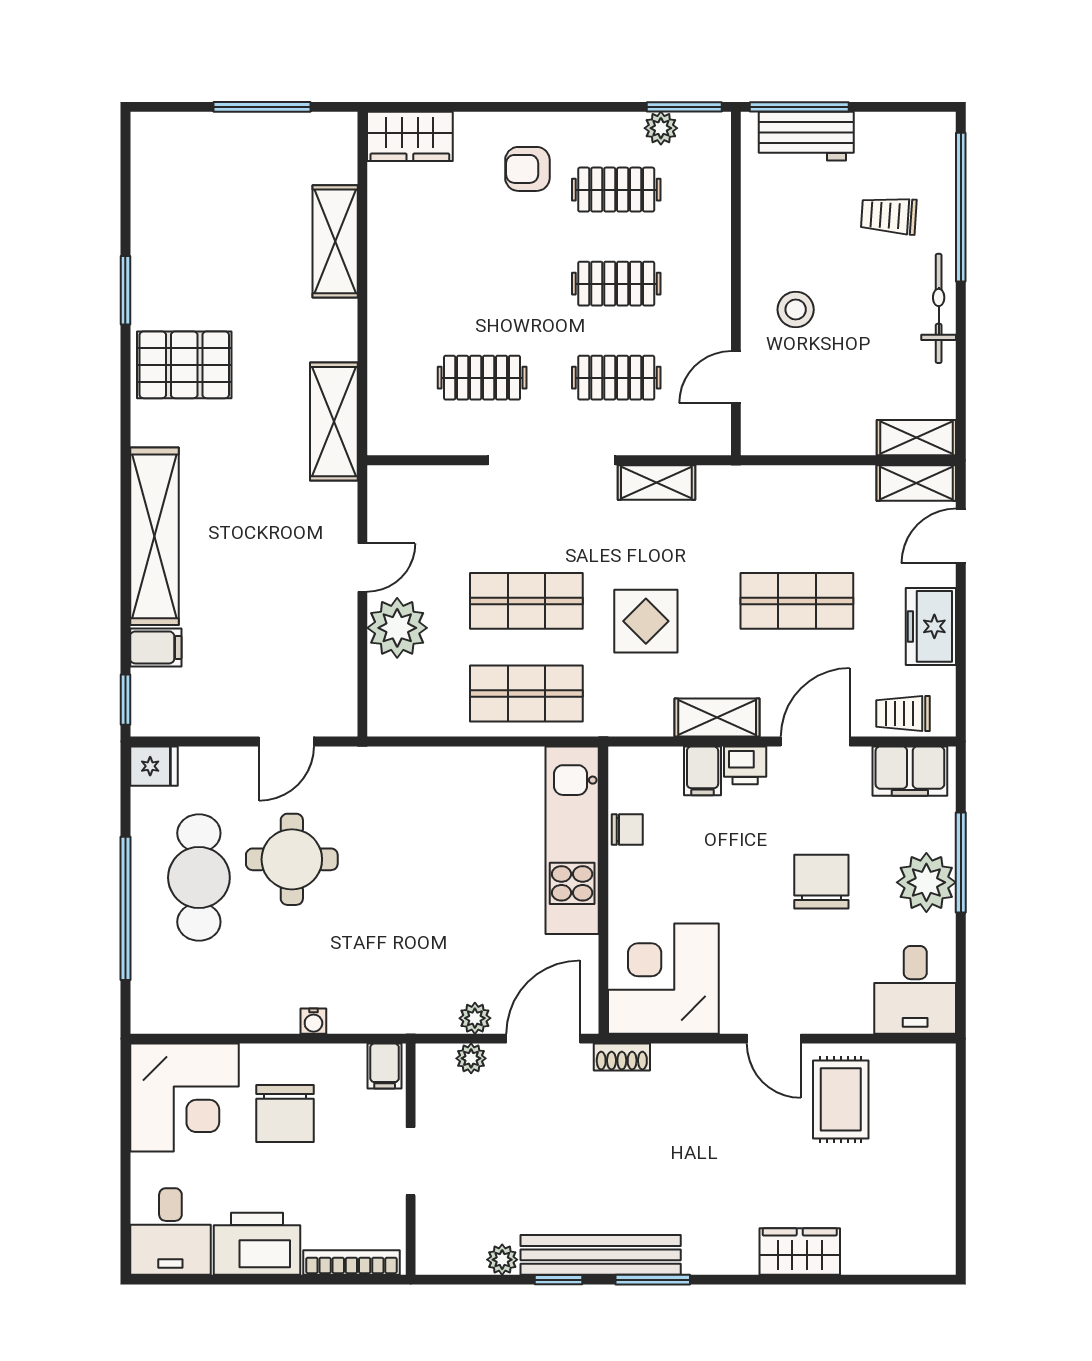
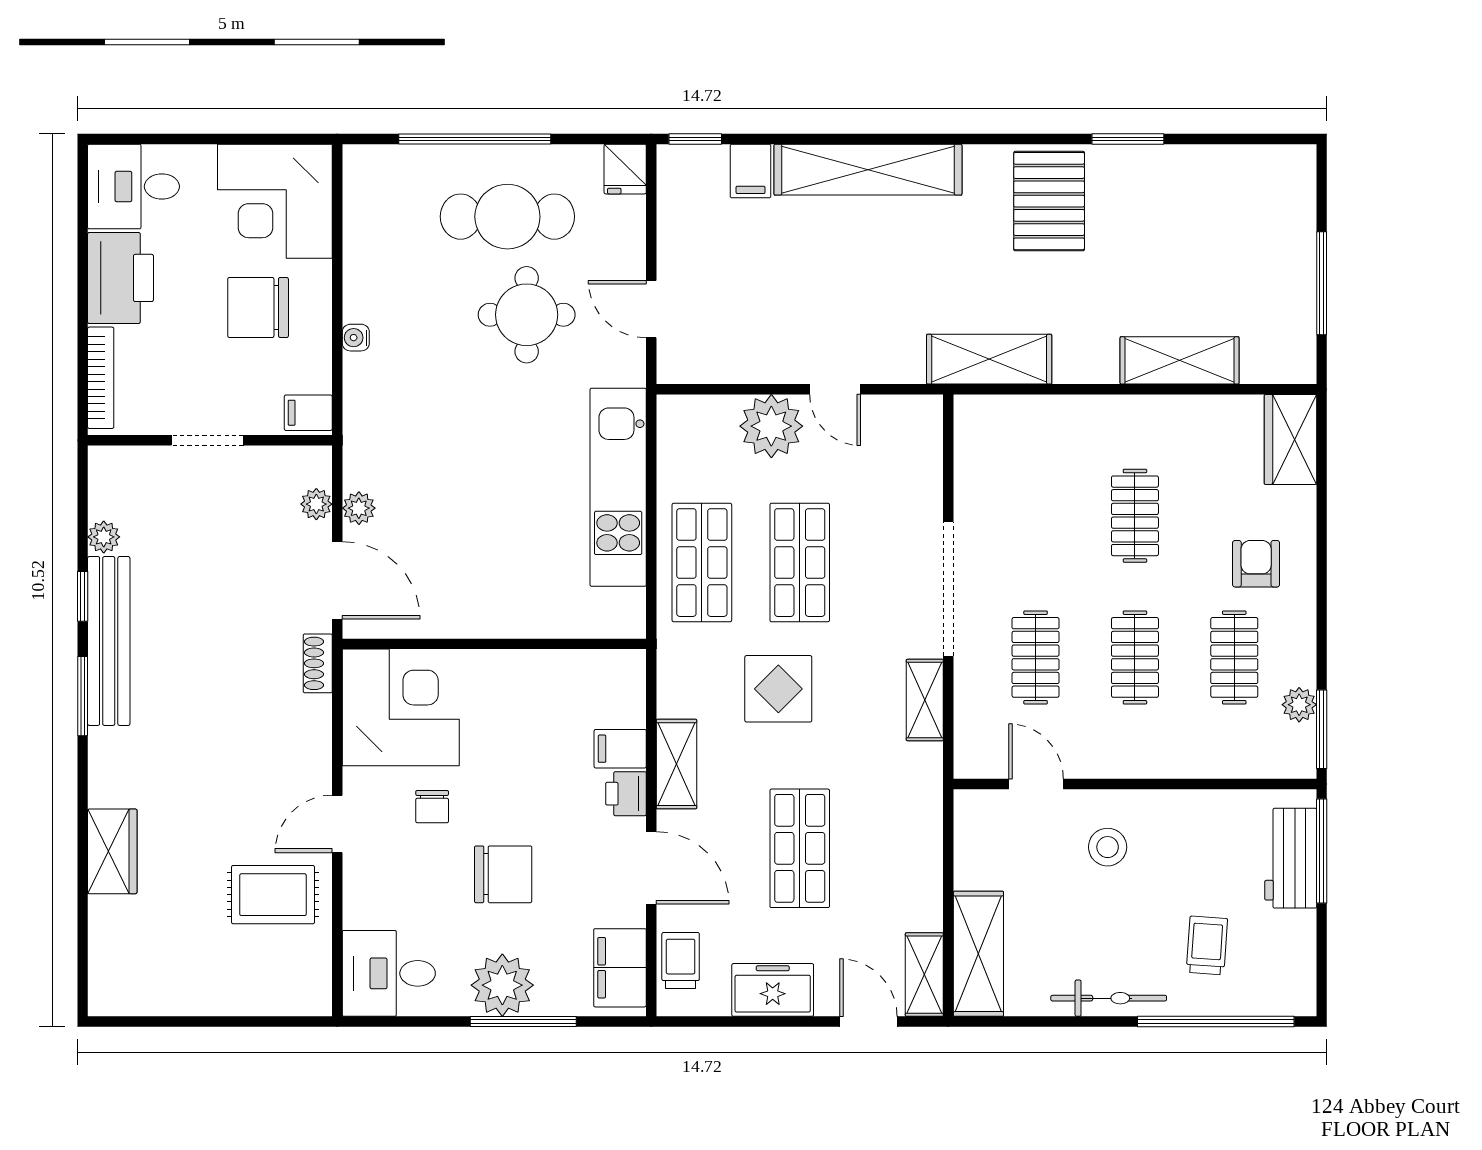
clothes rail: (482, 378) -> (1135, 516), moved
shelving: (916, 438) -> (978, 954), width x1.50, depth x1.33
chair: (627, 829) -> (432, 807), moved
kitchen unit: (572, 840) -> (618, 487), moved, turned -90

